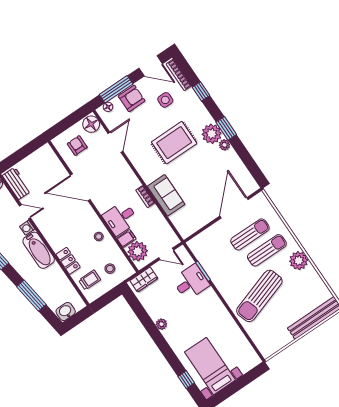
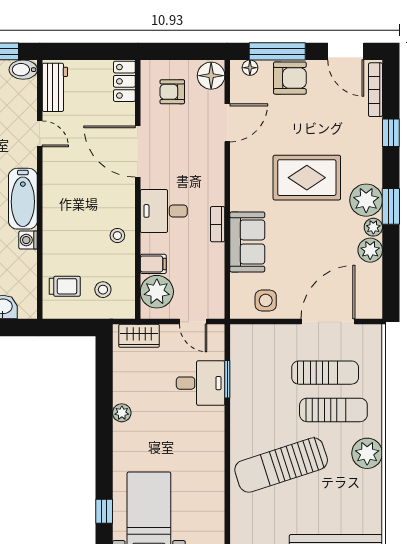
side table: (165, 100) -> (266, 300), moved
armchair: (77, 145) -> (172, 92), turned -90
plant: (231, 157) -> (370, 250), added
desk: (120, 218) -> (164, 211), moved
washing machine: (27, 228) -> (28, 240), moved
locker: (68, 261) -> (124, 81), moved, turned 180

